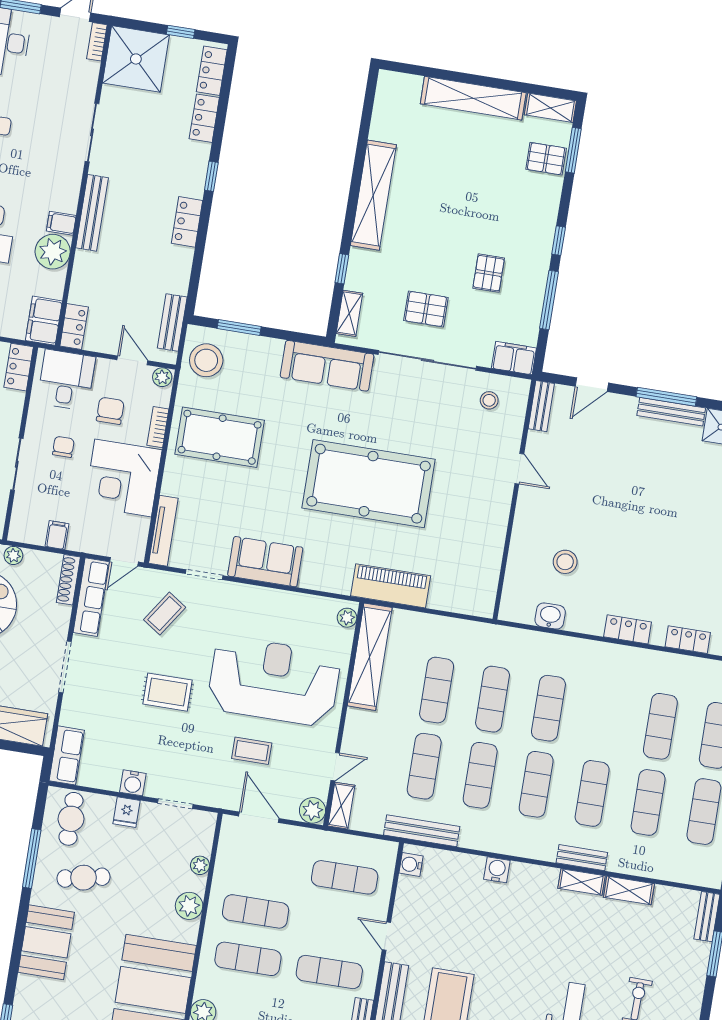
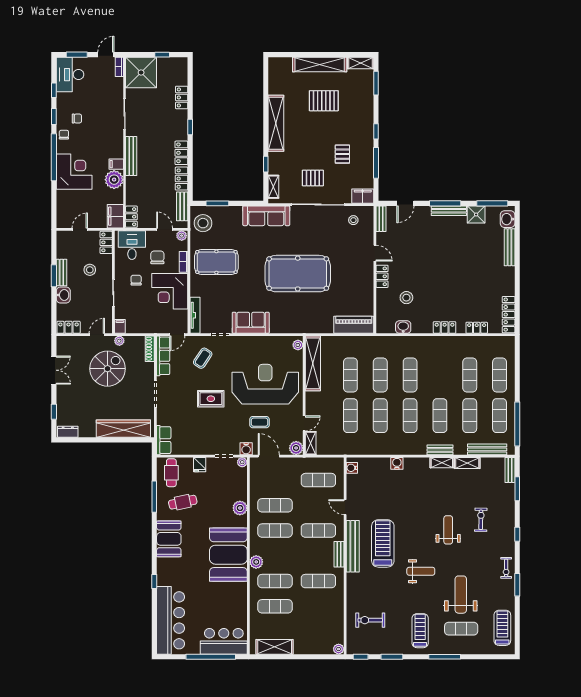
locker: (212, 71) -> (182, 179), moved
pallet: (546, 159) -> (324, 101), moved, width x1.50, depth x1.42
locker: (526, 514) -> (382, 276), added
filing cabinet: (57, 535) -> (120, 326), moved
piano: (391, 586) -> (354, 325), moved
water cooler: (133, 783) -> (246, 449), moved
bench: (422, 831) -> (487, 449), moved
plant: (200, 865) -> (242, 462), moved

